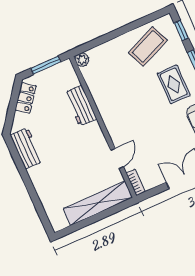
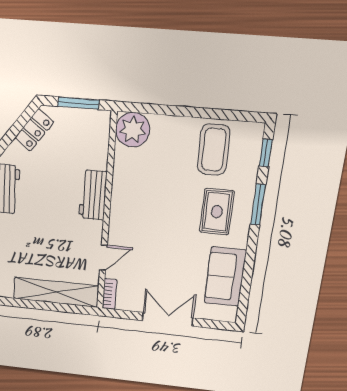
coffee table: (148, 46) -> (214, 150), turned -68
plant: (82, 60) -> (133, 130), width x1.87, depth x1.87
workbench: (81, 106) -> (93, 195), moved

